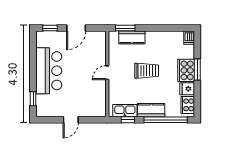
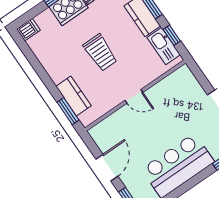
door: (76, 28) -> (107, 168), hinge flipped
trolley: (147, 71) -> (100, 53), turned 180

